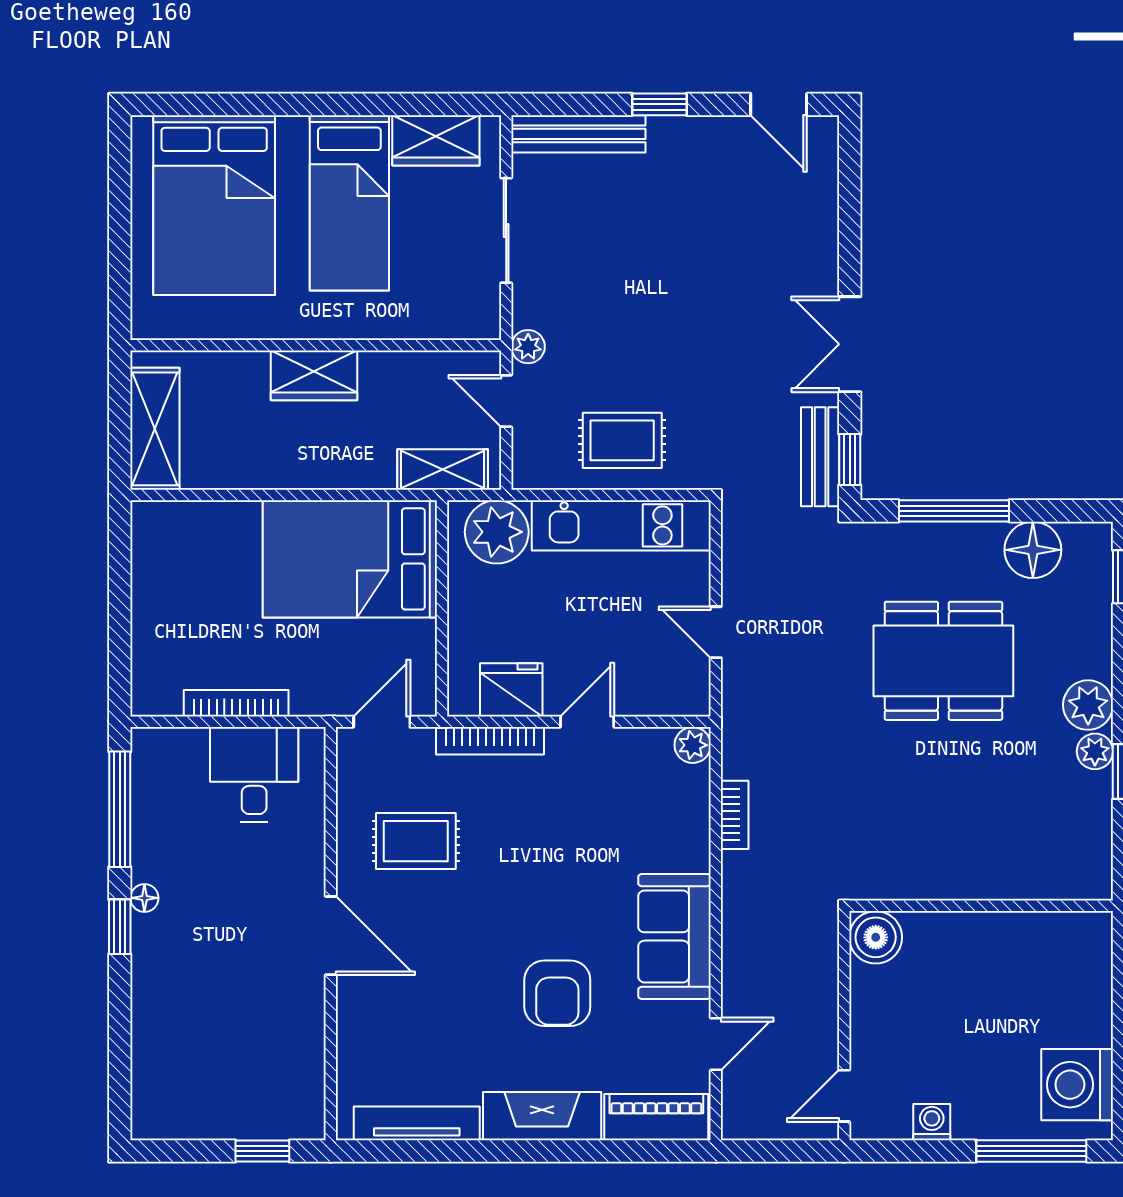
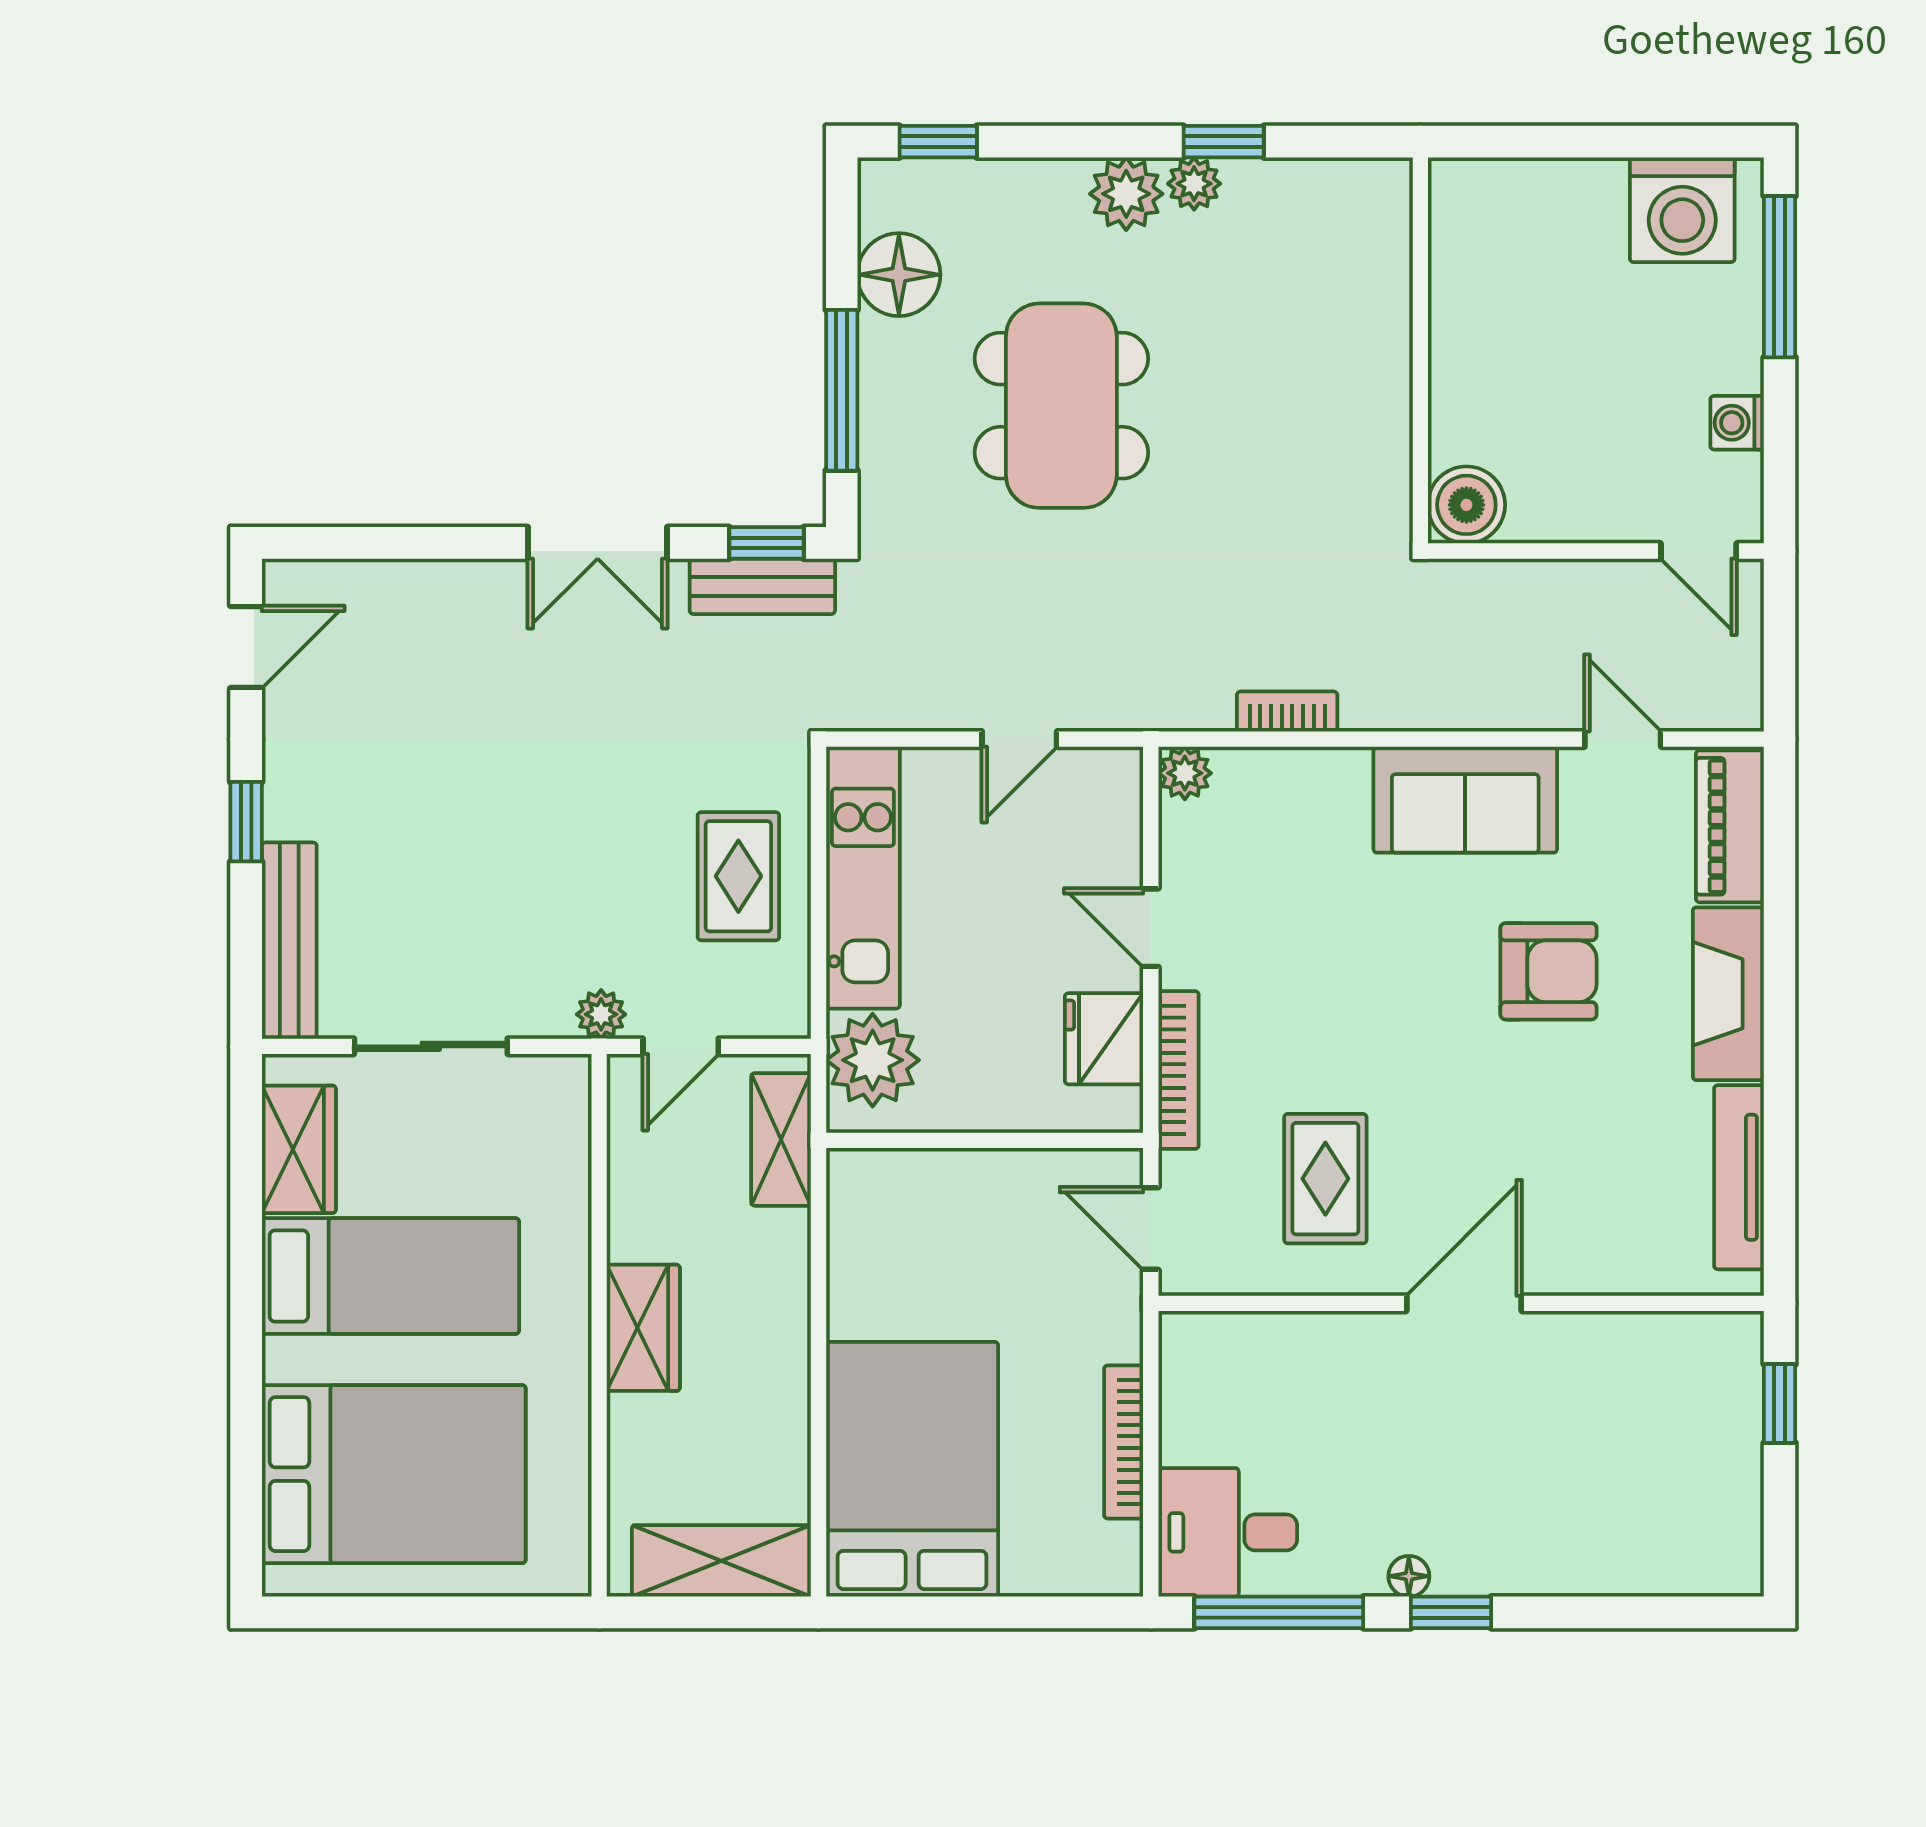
bed: (350, 559) -> (912, 1469), moved, turned 180
desk: (254, 774) -> (1228, 1532), moved

